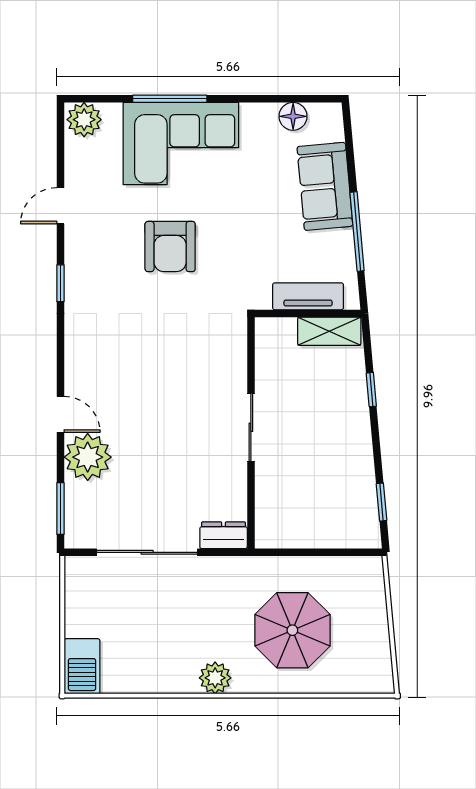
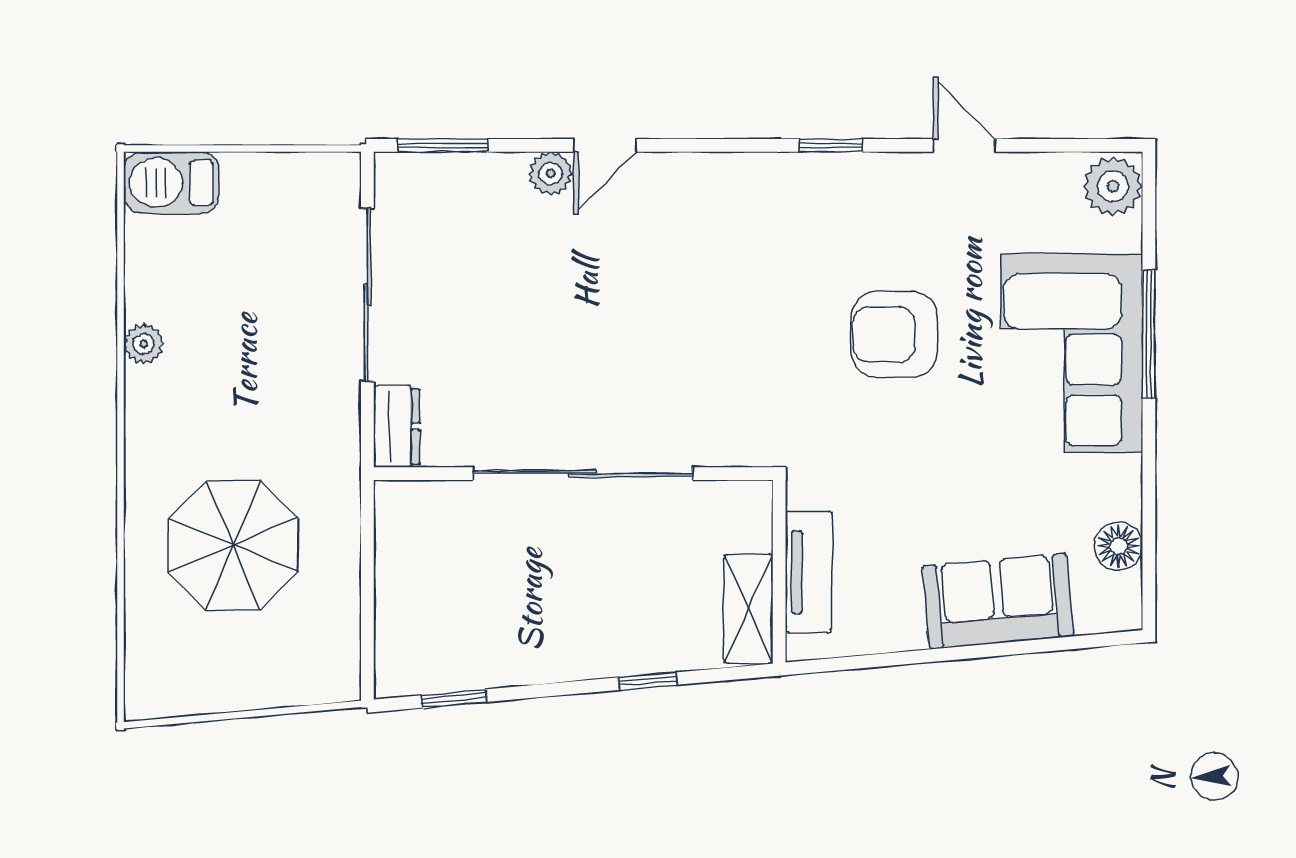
window: (357, 231) -> (920, 657), removed
sliding door: (251, 427) -> (583, 474), width x1.86
plant: (88, 457) -> (551, 173), width x0.53, depth x0.53
plant: (215, 678) -> (144, 344), moved, width x0.73, depth x0.73

